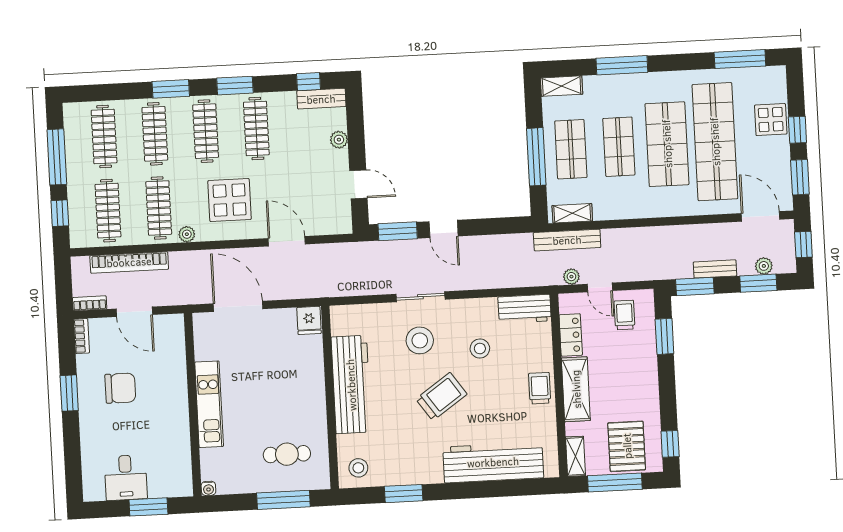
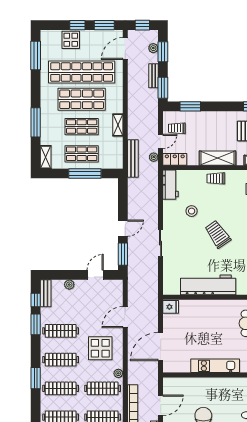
window: (235, 86) -> (36, 324), moved
shelving: (572, 213) -> (118, 125), moved
locker: (571, 335) -> (175, 159), moved
stool: (420, 340) -> (185, 245), removed

